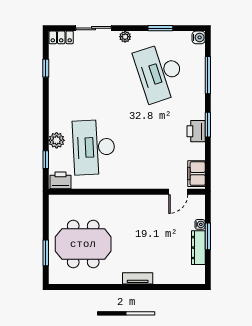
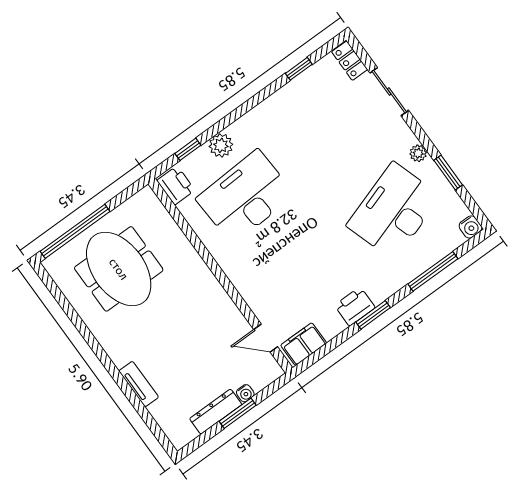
plant: (125, 37) -> (418, 153), moved
window: (46, 253) -> (75, 231), width x2.11
tv unit: (138, 278) -> (139, 384), moved

